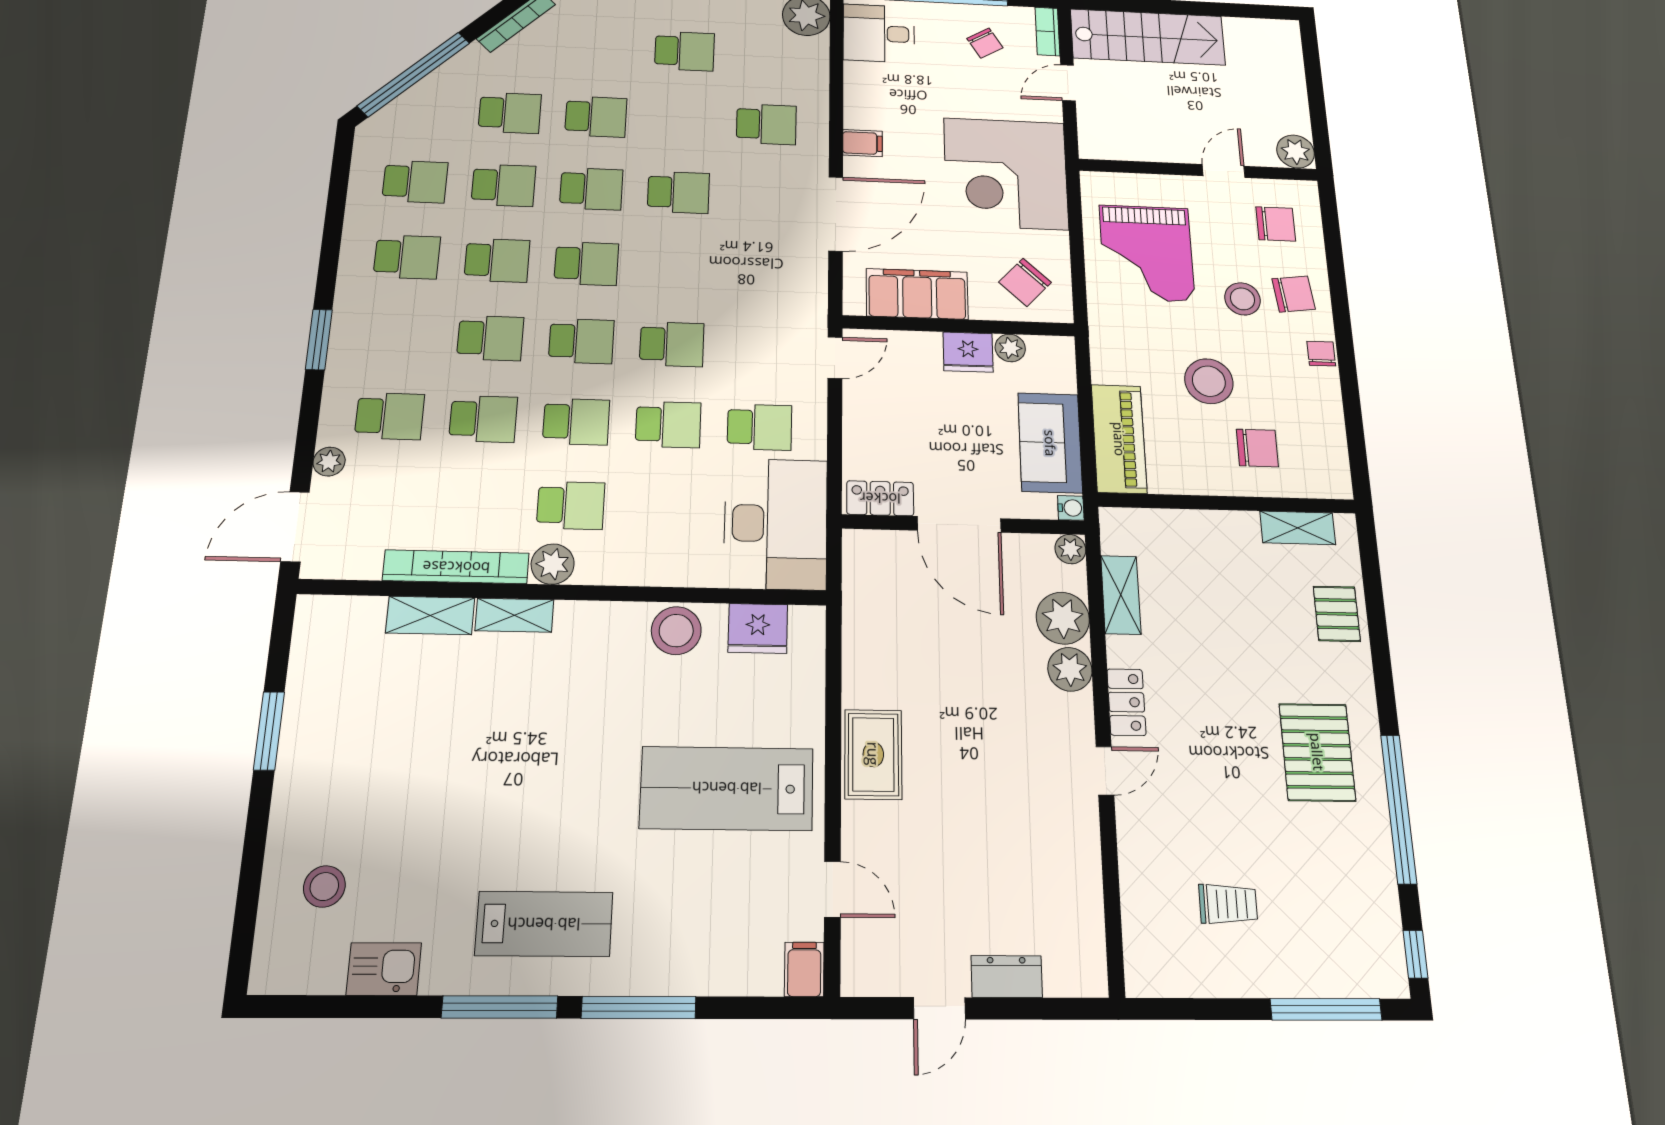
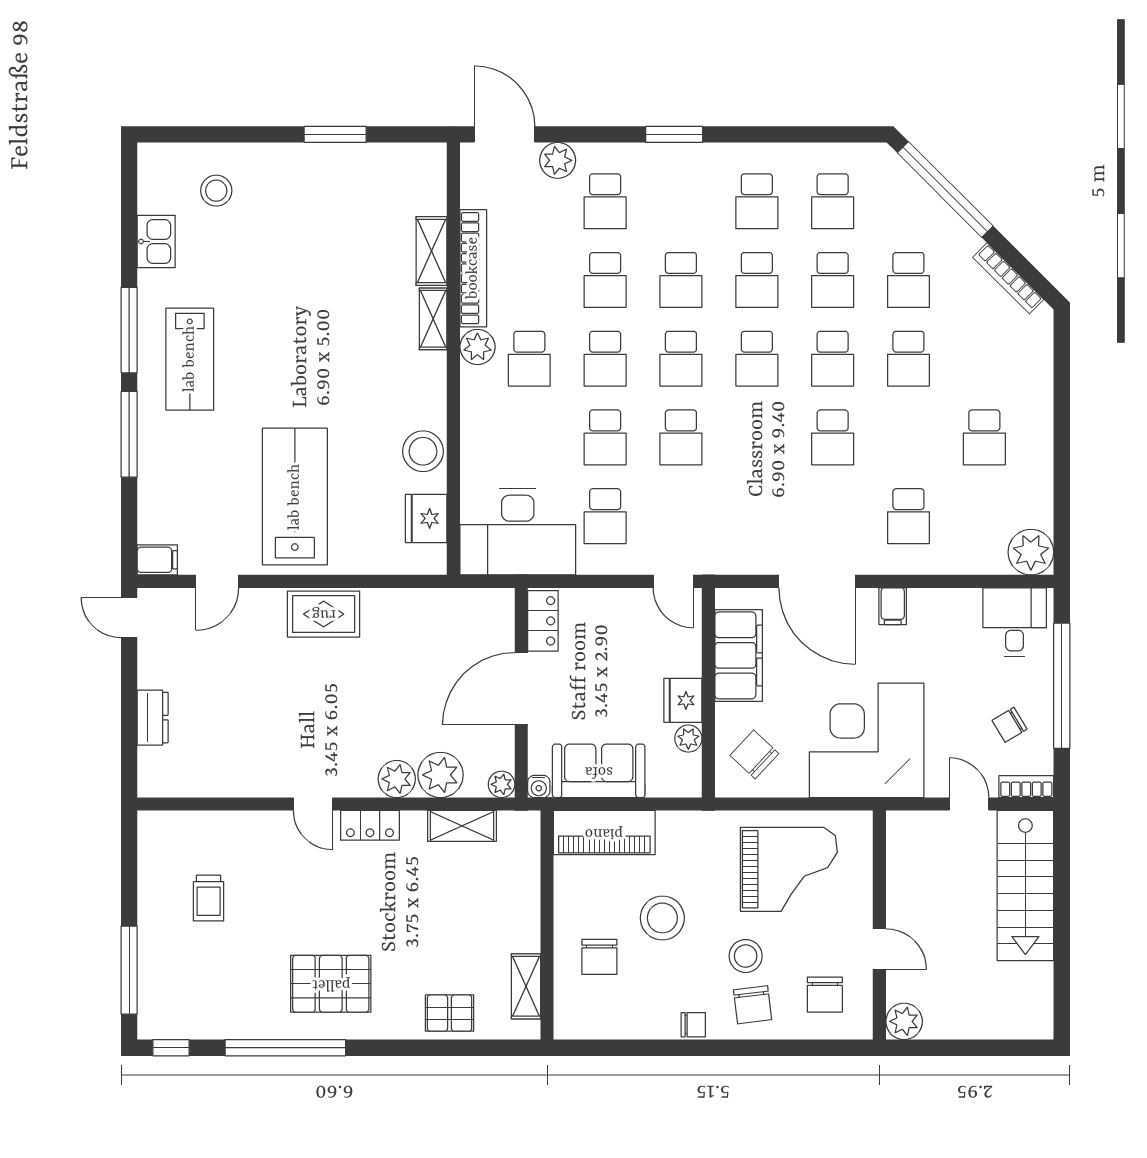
grand piano: (1147, 253) -> (789, 869), turned 180
plant: (329, 462) -> (558, 160), width x1.38, depth x1.38
door: (939, 1008) -> (129, 618), moved

